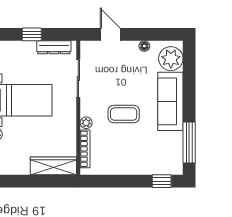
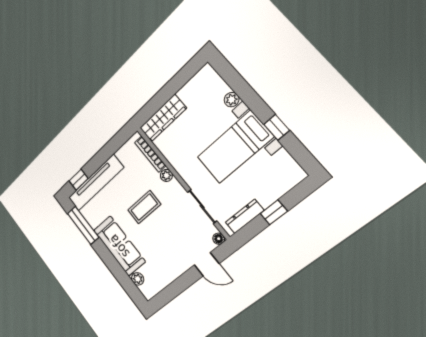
floor lamp: (144, 46) -> (219, 239), moved
plant: (171, 59) -> (138, 279), width x0.53, depth x0.53
tv unit: (149, 166) -> (96, 183), added

